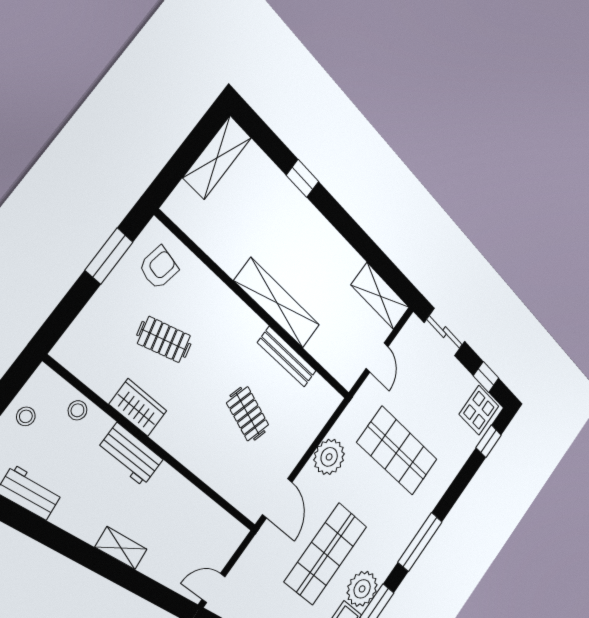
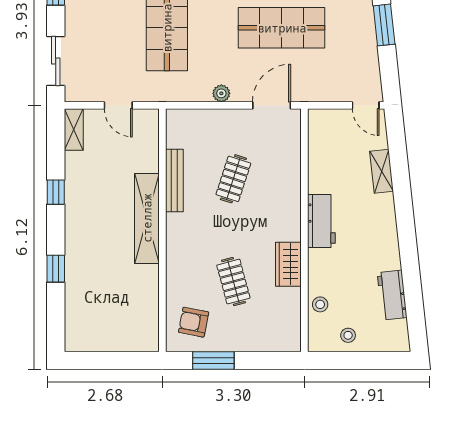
shelving: (217, 158) -> (96, 339), removed
window: (358, 239) -> (56, 192), added
shelving: (380, 296) -> (74, 129), width x0.67, depth x0.75
door: (377, 358) -> (118, 105), swing flipped
workbench: (130, 455) -> (321, 221), moved
plant: (329, 457) -> (221, 93), width x0.53, depth x0.53
shelving: (121, 548) -> (382, 171), moved

